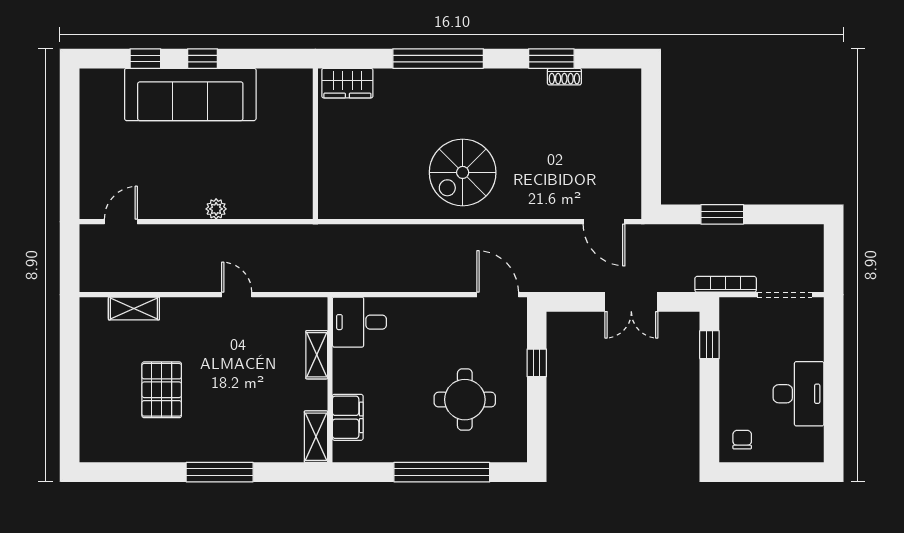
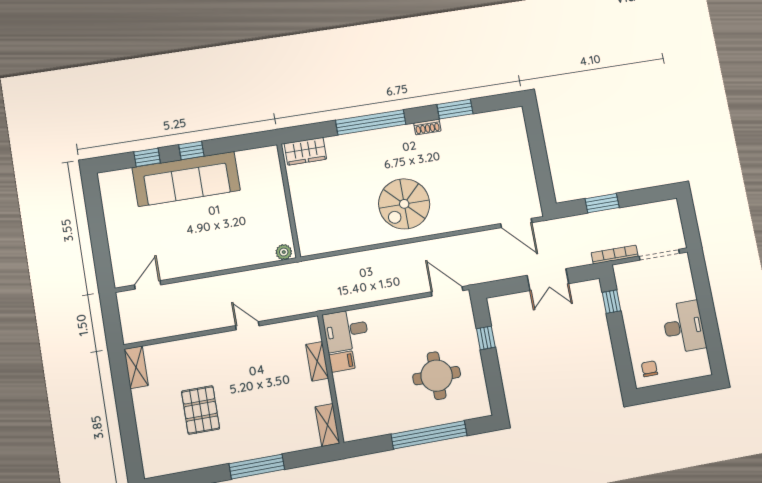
shoe rack: (564, 77) -> (427, 127), moved
plant: (216, 209) -> (284, 252), moved
shelving: (134, 309) -> (136, 367), moved, turned 90
filing cabinet: (348, 417) -> (342, 362), moved, width x0.50

